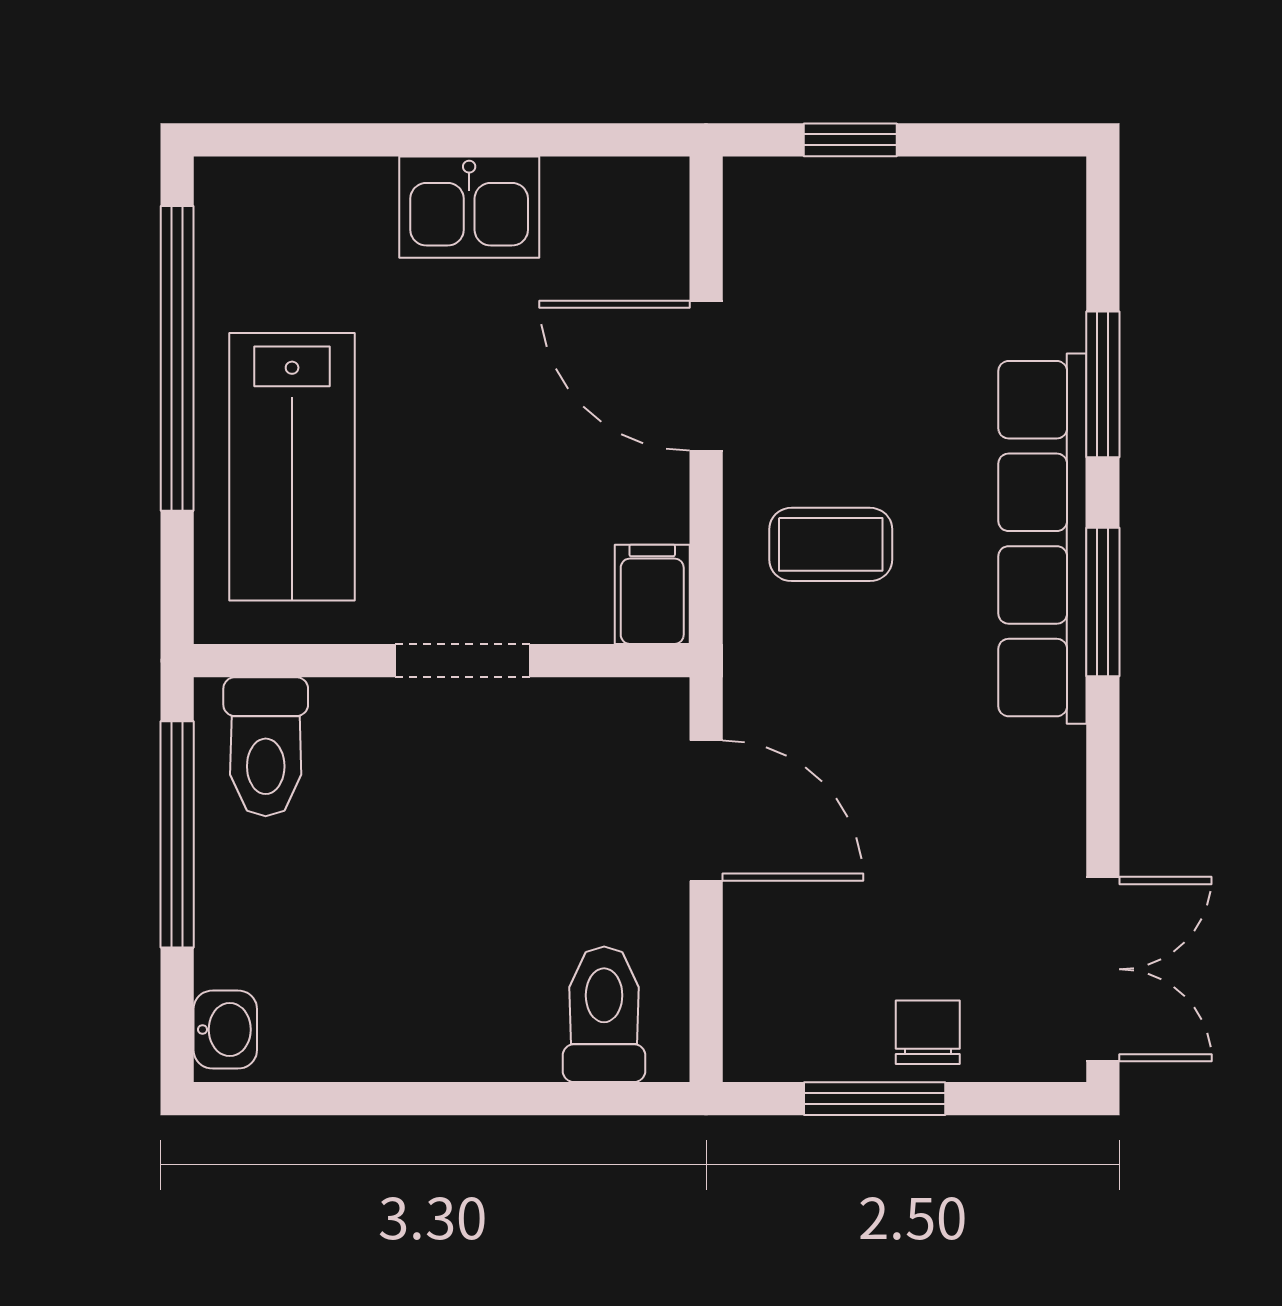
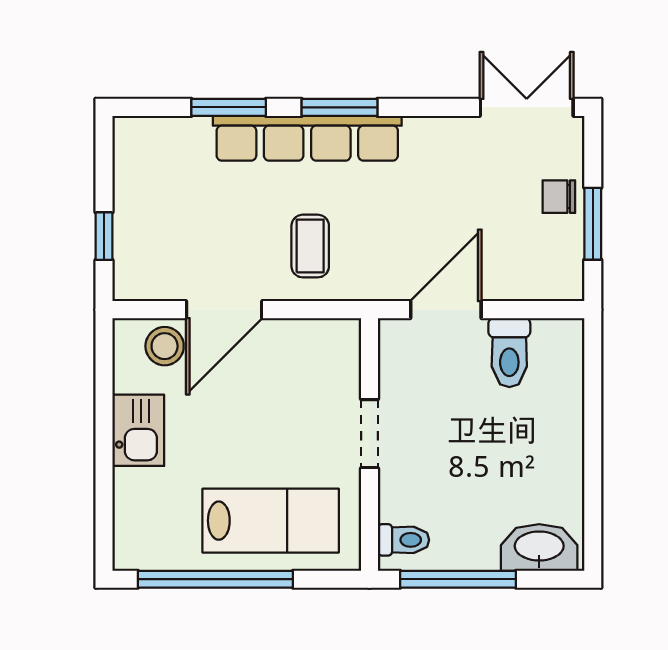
stool: (634, 259) -> (165, 346), added
filing cabinet: (652, 594) -> (336, 337), removed
toilet: (266, 747) -> (403, 540), width x0.73, depth x0.72
toilet: (604, 1014) -> (509, 353), moved, turned -90
washbasin: (225, 1030) -> (539, 547), width x1.91, depth x1.45

